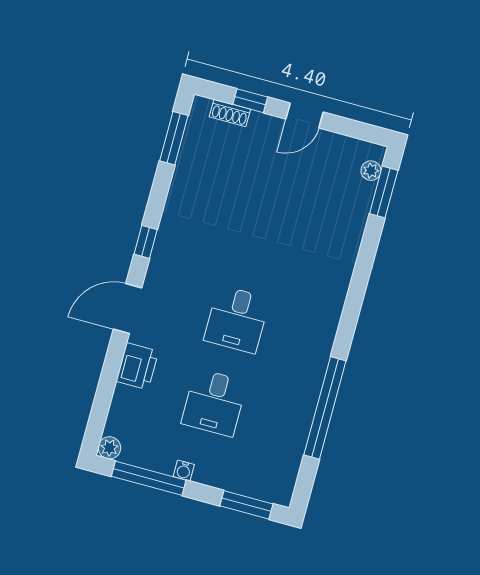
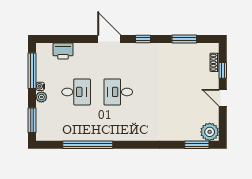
window: (174, 138) -> (184, 39), moved
plant: (371, 171) -> (210, 132), width x1.88, depth x1.88
printer: (137, 366) -> (63, 51), moved
desk: (214, 403) -> (76, 92), turned 180
plant: (109, 448) -> (41, 97), moved

